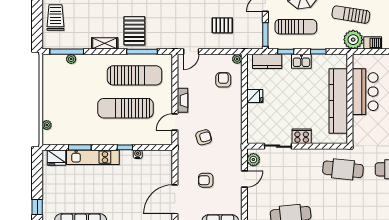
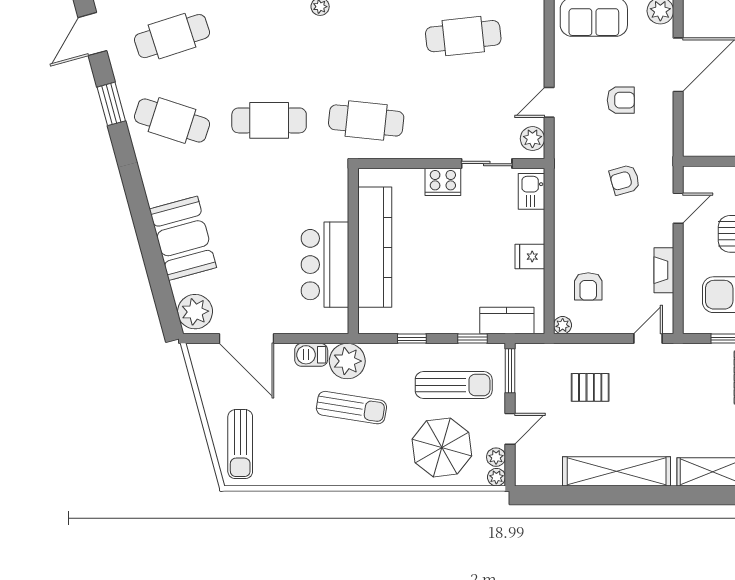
sun lounger: (296, 27) -> (454, 385), turned 180
kitchen sink: (301, 61) -> (531, 191), moved, turned -90
fireplace: (183, 100) -> (664, 270), moved

